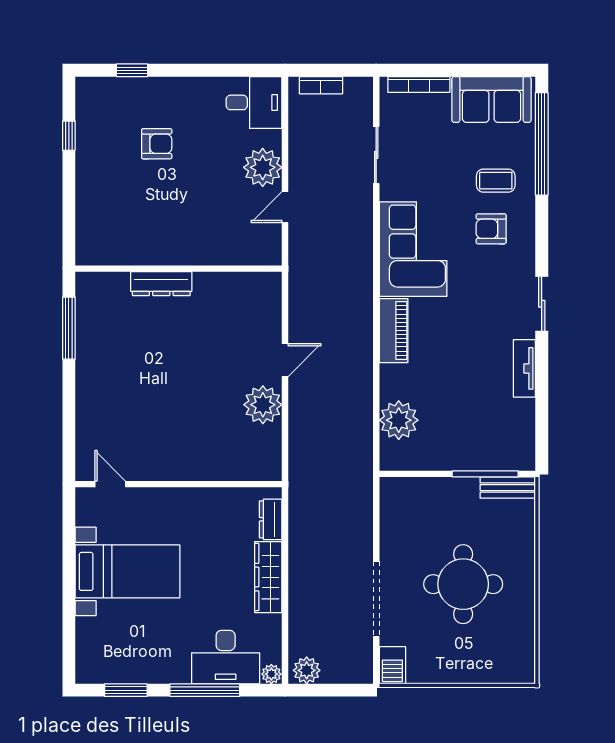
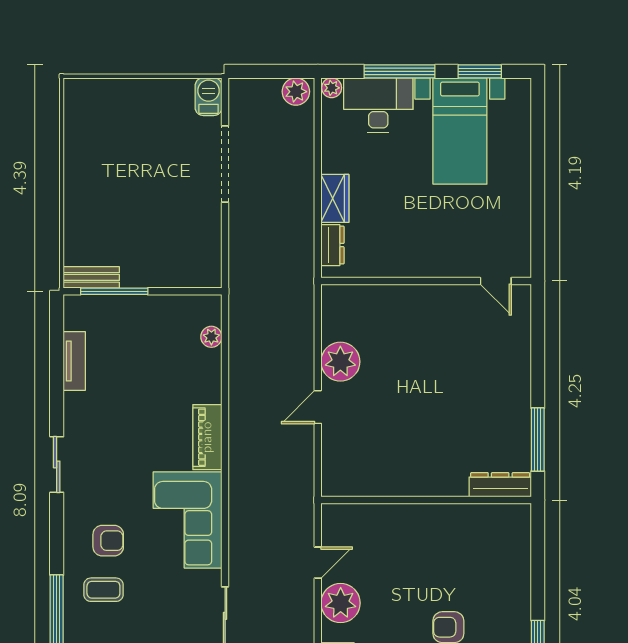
dresser: (161, 284) -> (500, 485), moved
tv unit: (524, 368) -> (74, 361), moved
plant: (399, 420) -> (211, 337), width x0.53, depth x0.53
bed with nightstands: (127, 571) -> (460, 131), moved, turned -90
wardrobe: (268, 577) -> (335, 198), width x0.67
round table: (463, 584) -> (137, 179), removed

